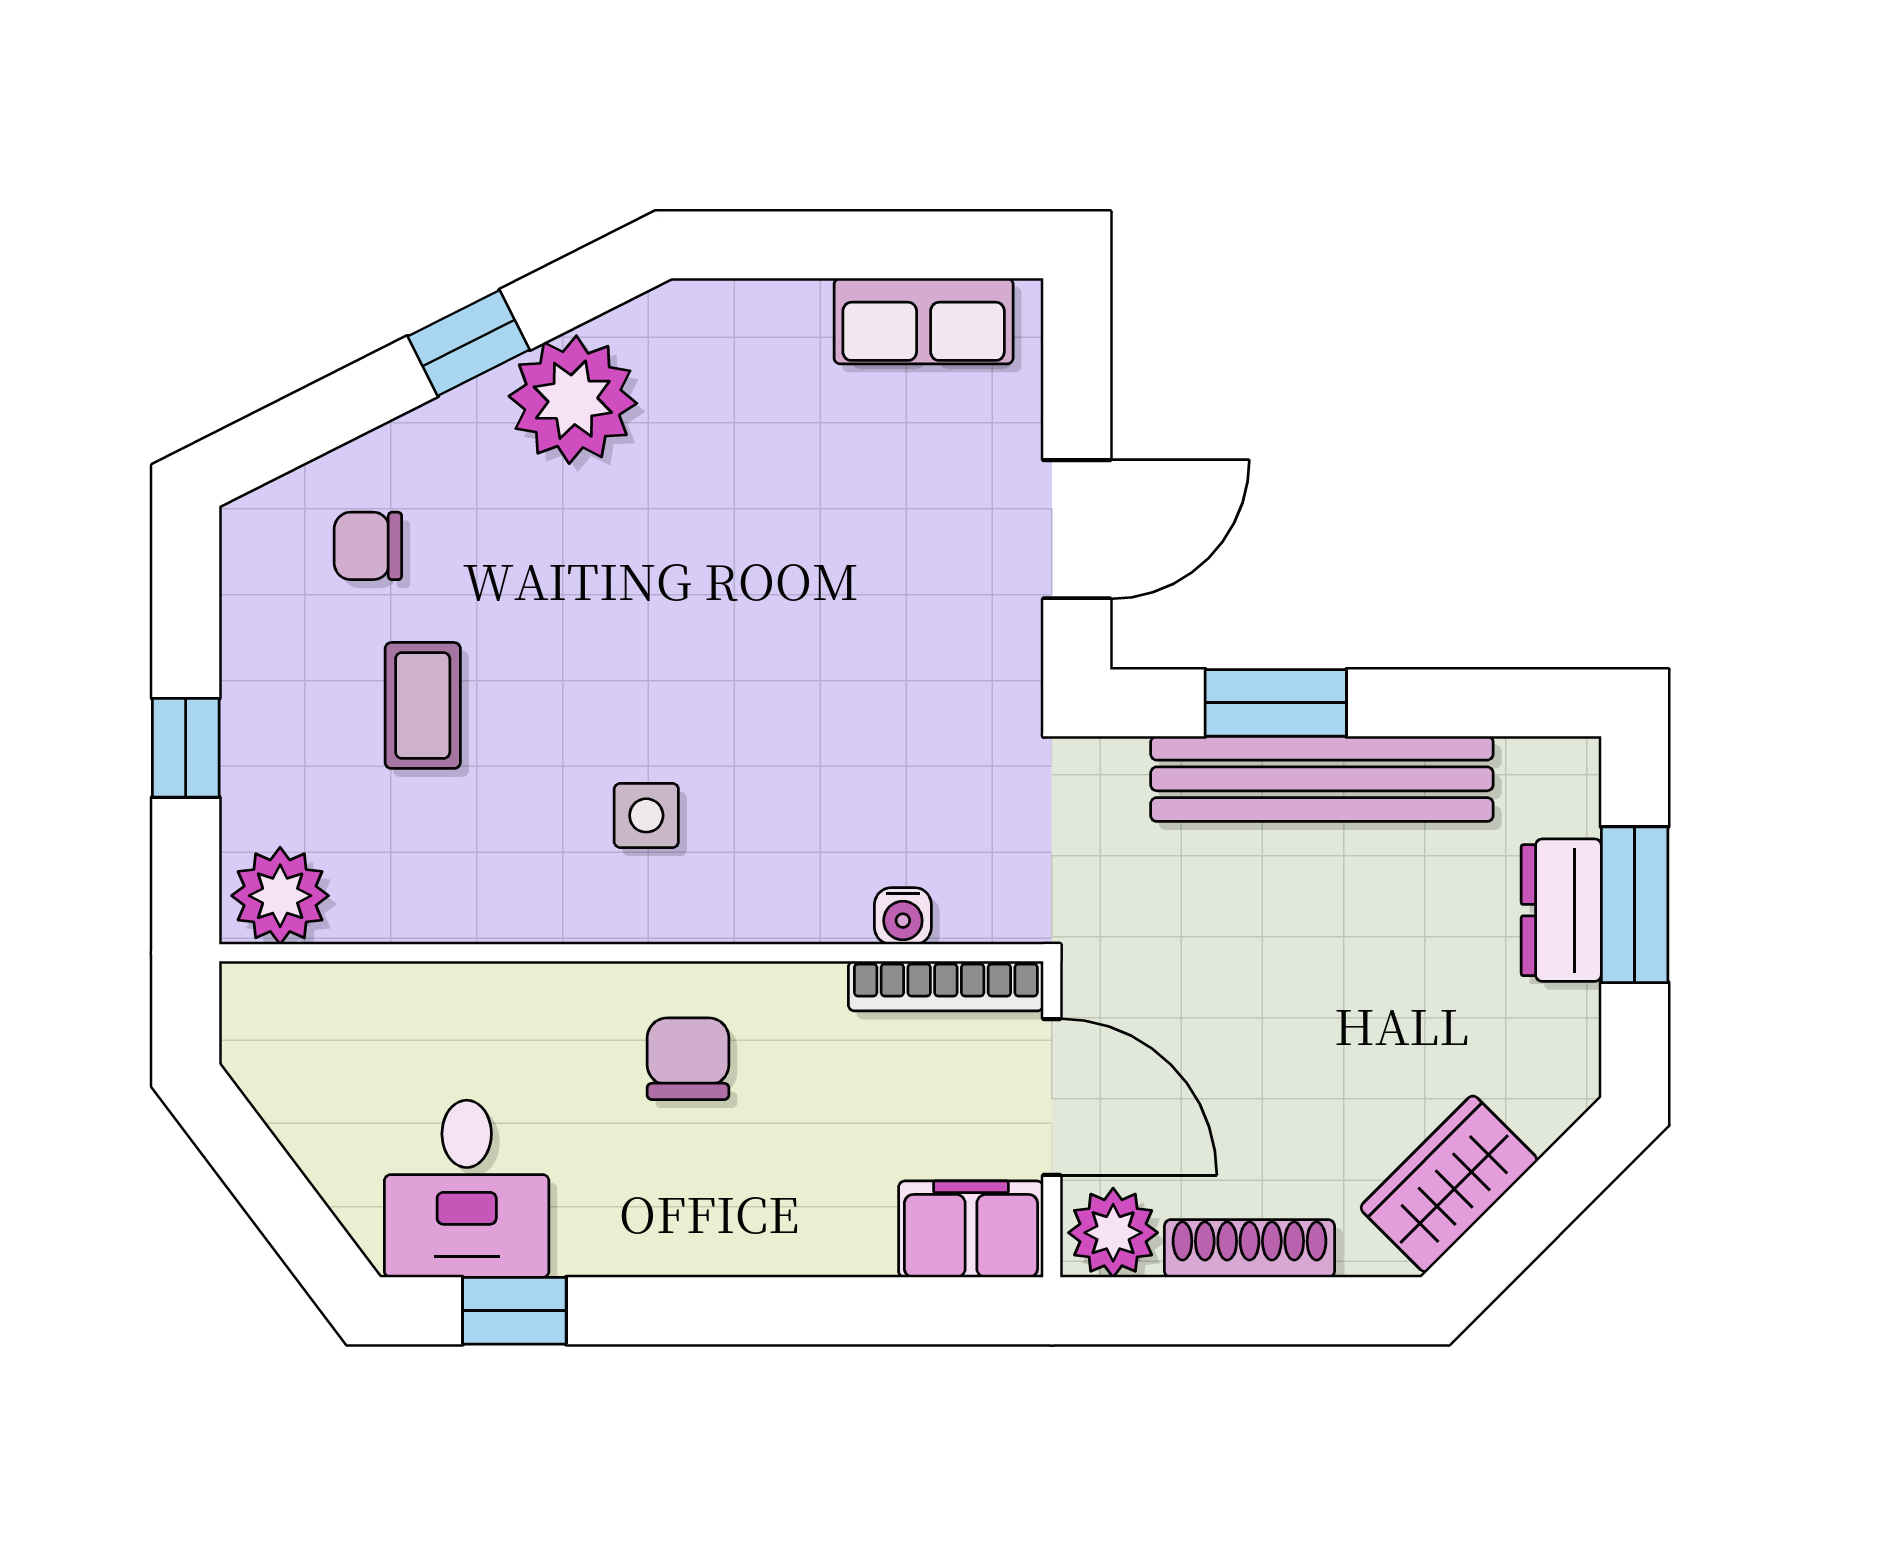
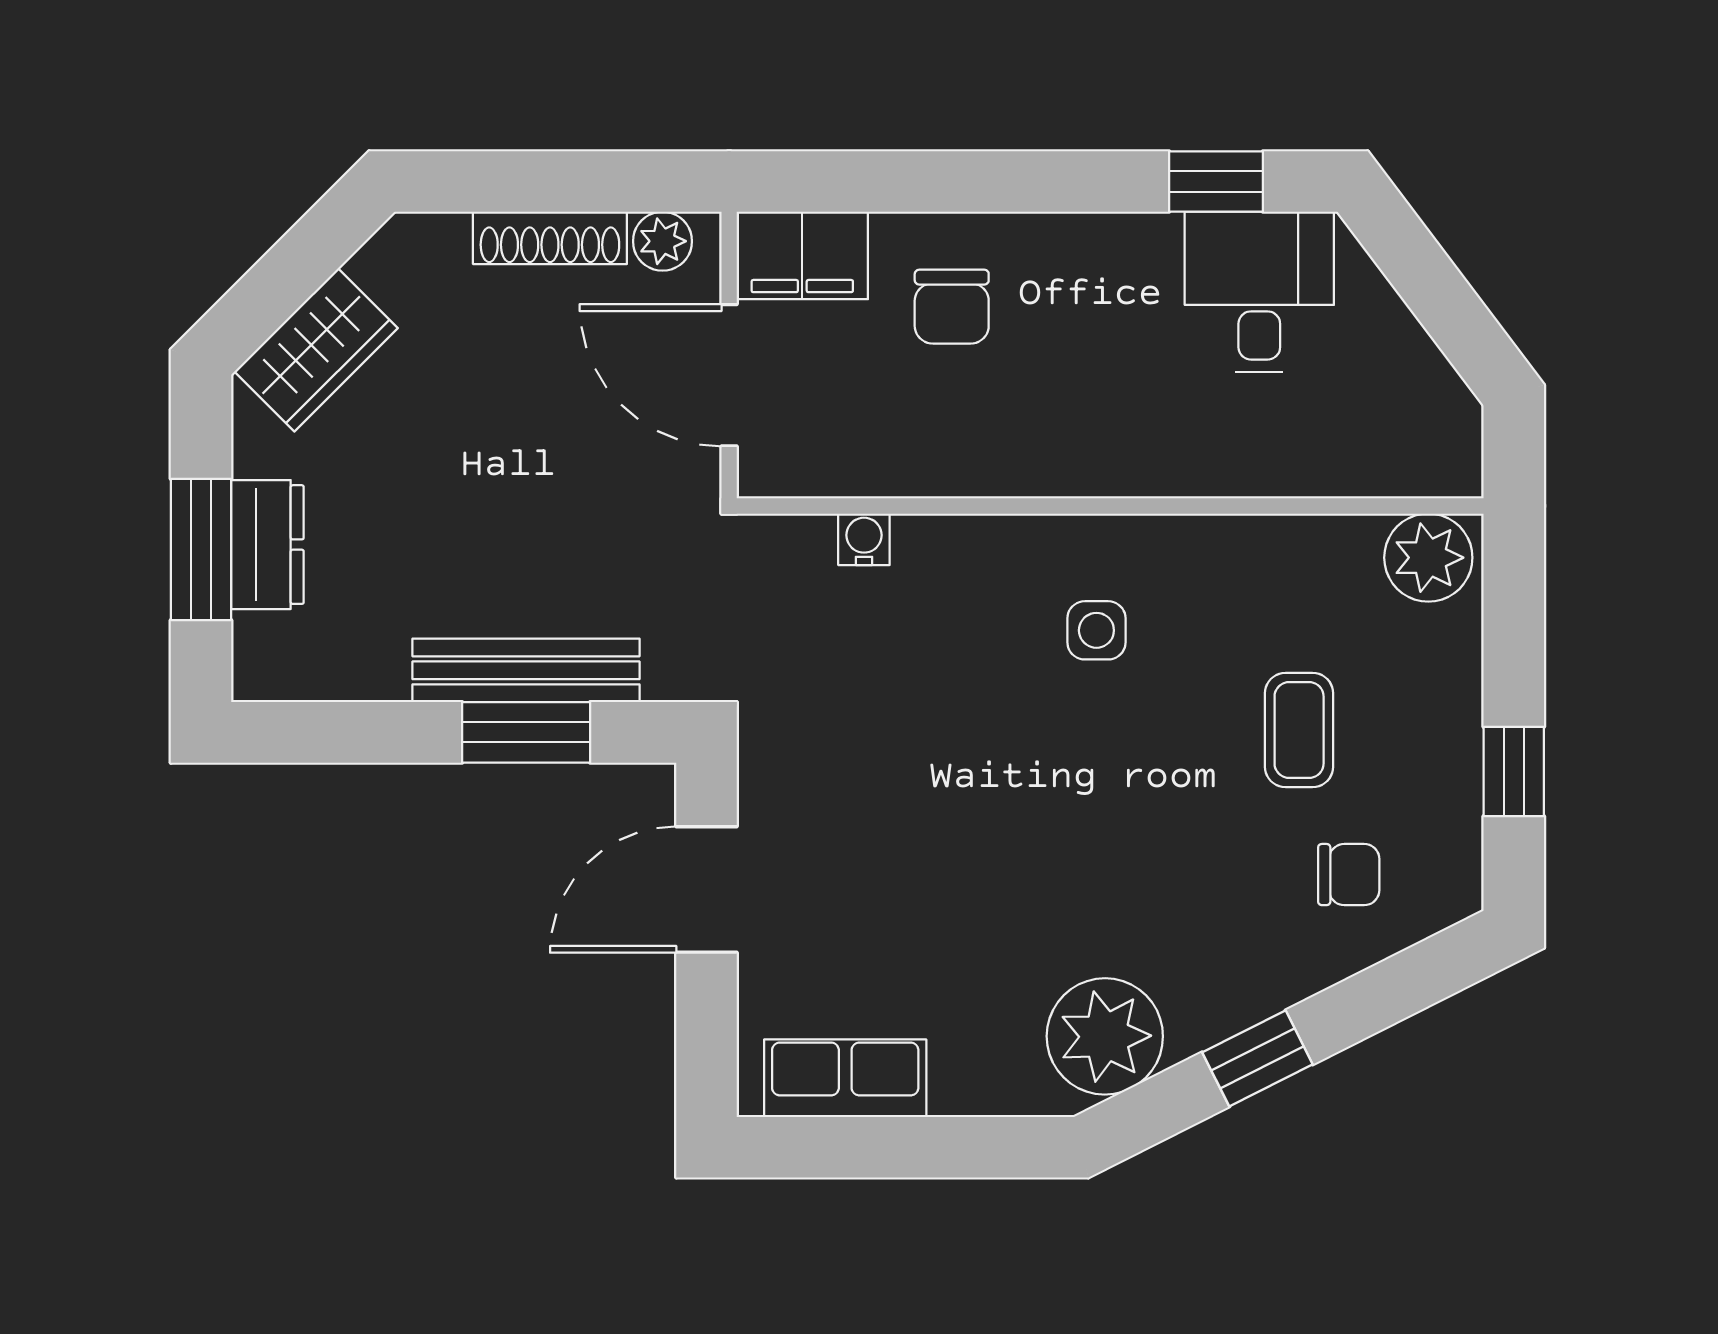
plant: (573, 400) -> (1105, 1036), moved
window: (186, 748) -> (1514, 772), moved
bench: (1322, 779) -> (526, 670), width x0.73, depth x0.82
bookcase: (946, 986) -> (825, 476), removed
chair: (688, 1059) -> (952, 307), moved
wardrobe: (1449, 1184) -> (316, 350), moved
plant: (1113, 1233) -> (662, 241), width x0.73, depth x0.73

